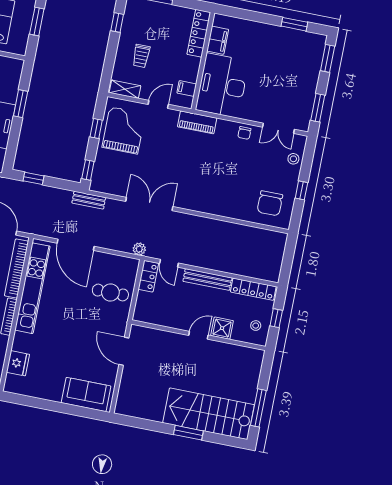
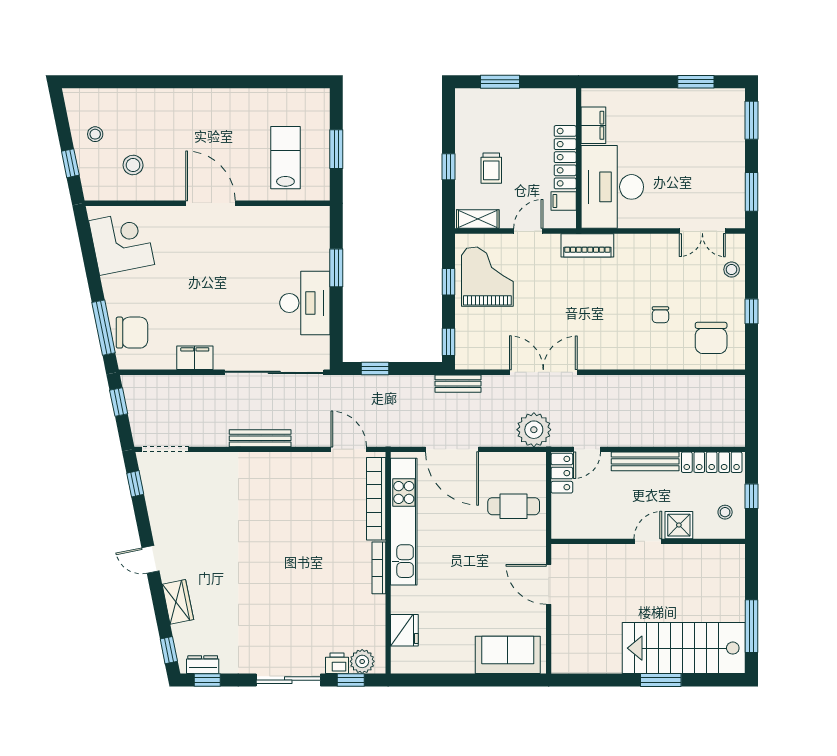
window: (117, 23) -> (448, 167), moved
locker: (199, 33) -> (565, 157), moved
chair: (244, 133) -> (660, 315), moved
plant: (139, 249) -> (534, 430), width x1.88, depth x1.88
door: (169, 263) -> (587, 449), hinge flipped

